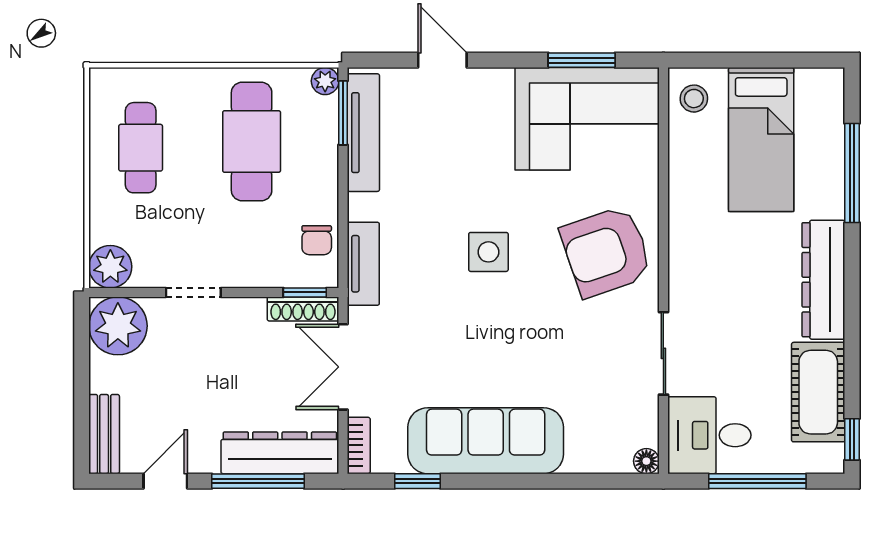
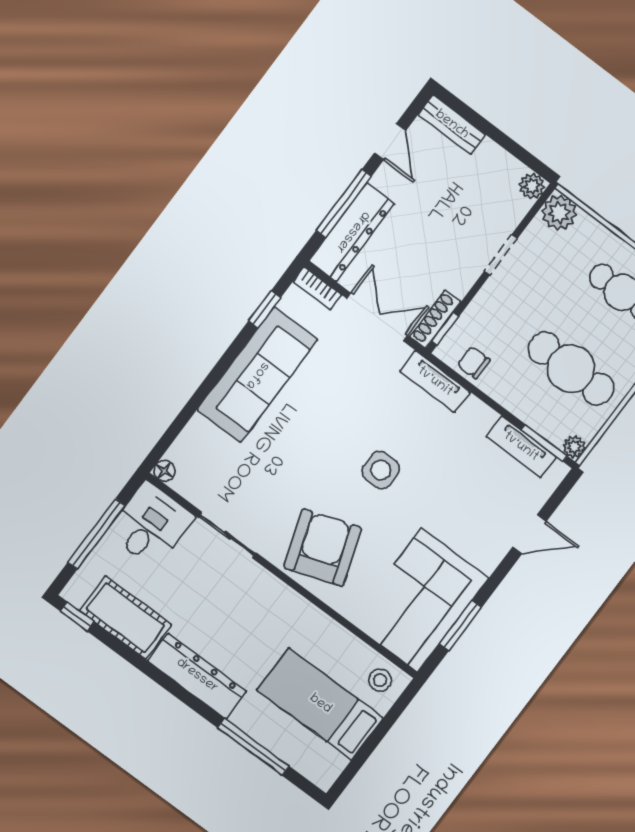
tv unit: (363, 133) -> (521, 447), width x0.71
plant: (118, 326) -> (532, 186), width x0.53, depth x0.53

